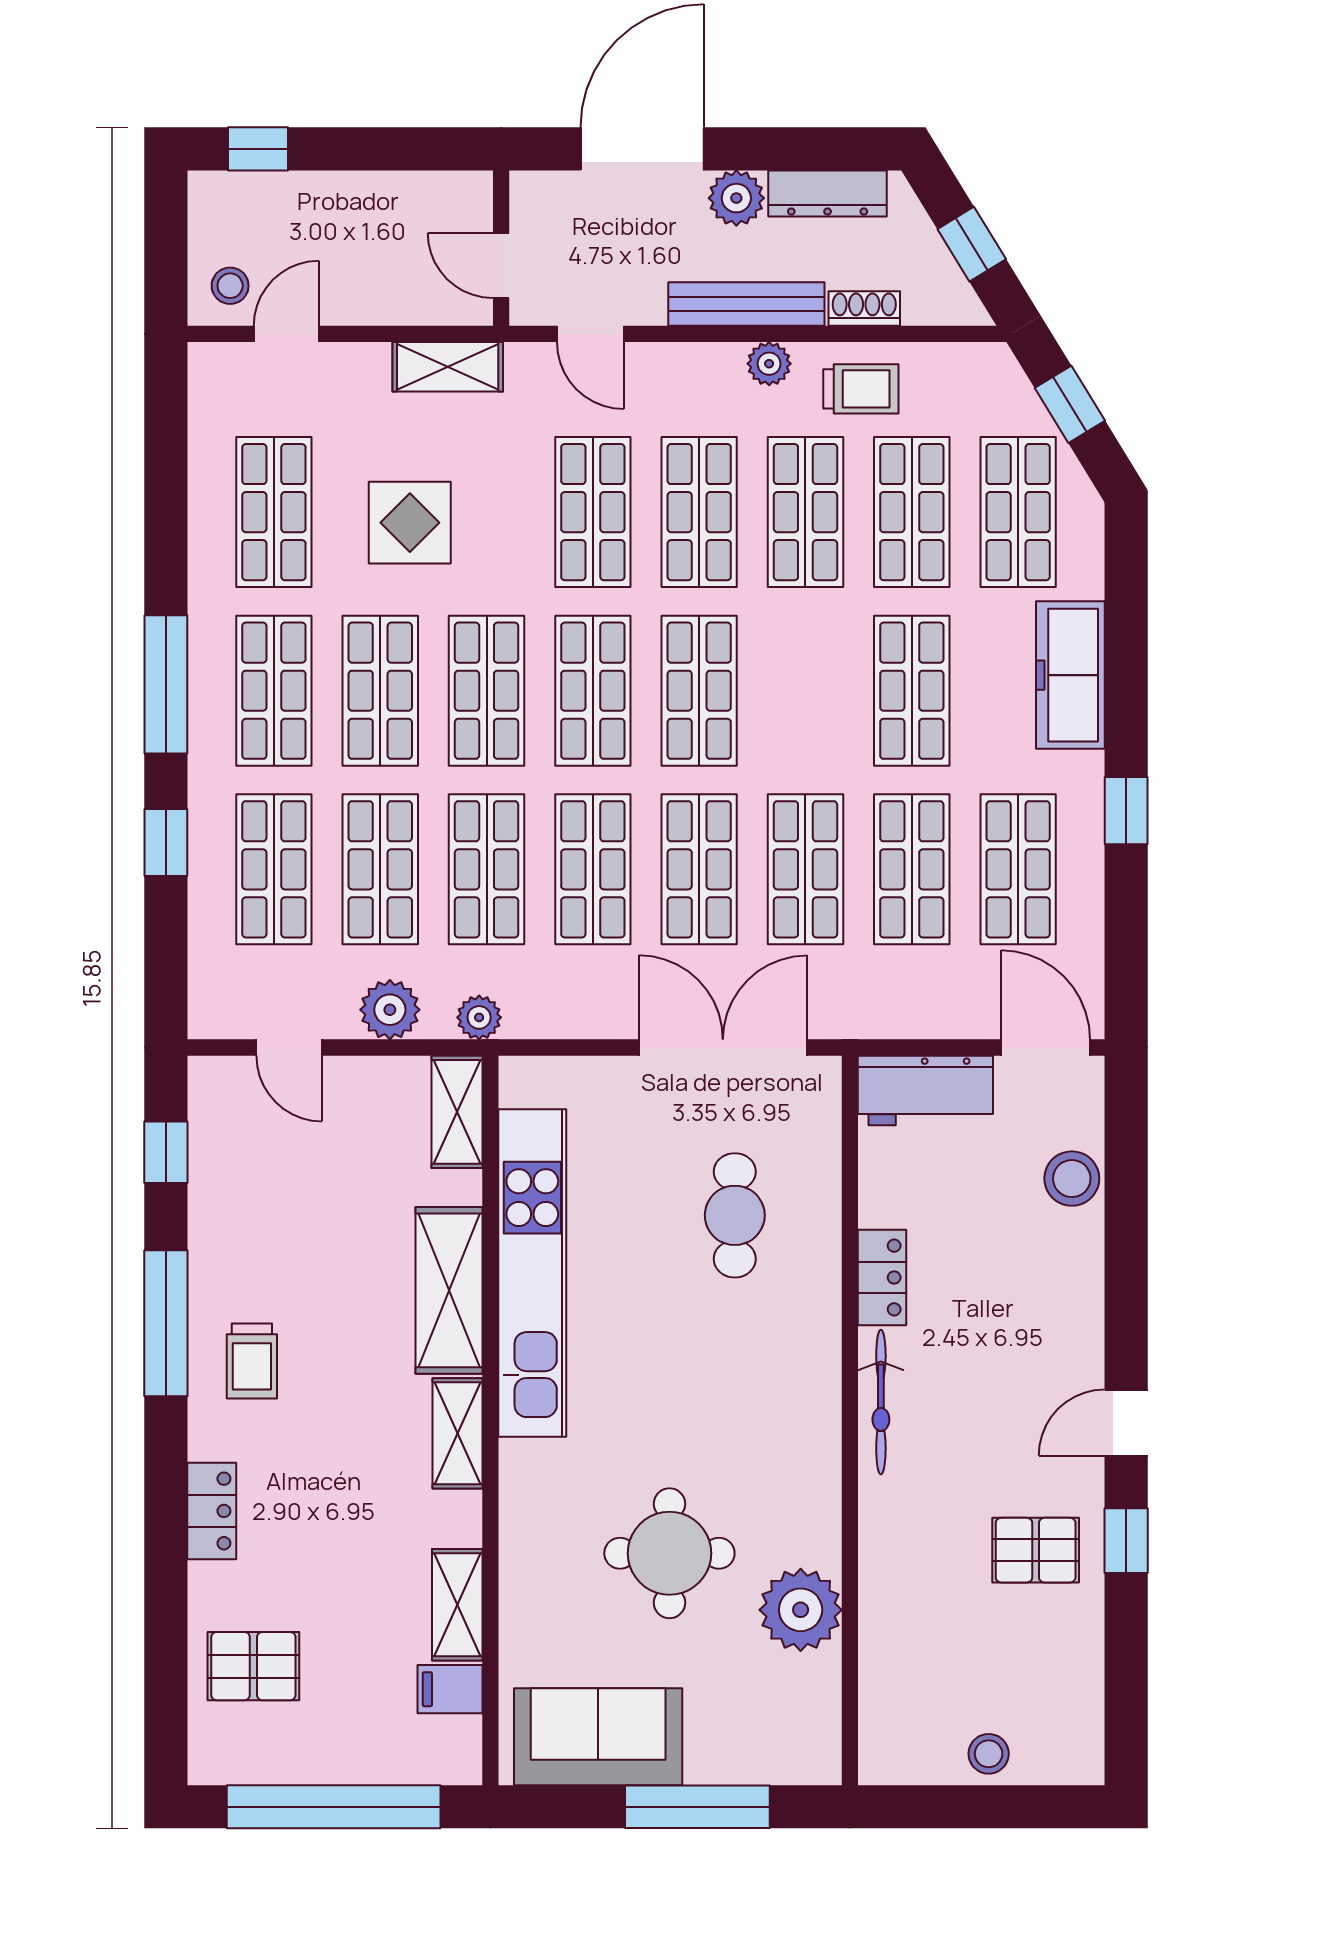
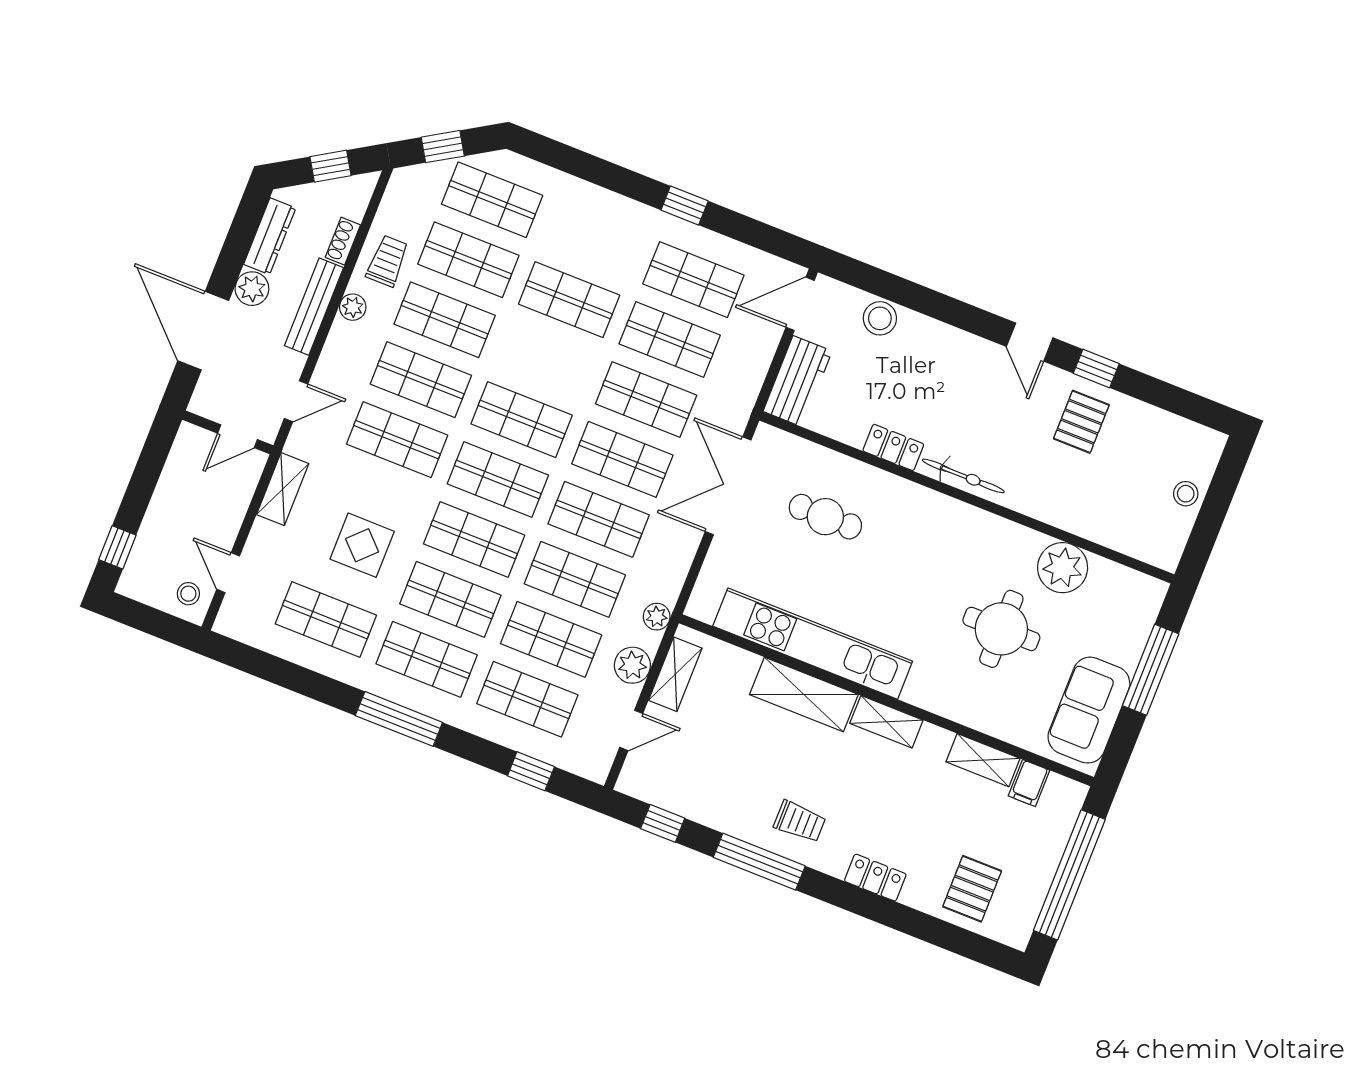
freezer: (1070, 675) -> (596, 207), removed
window: (166, 842) -> (531, 771), moved
shelving: (457, 1112) -> (675, 674), moved, turned 90

